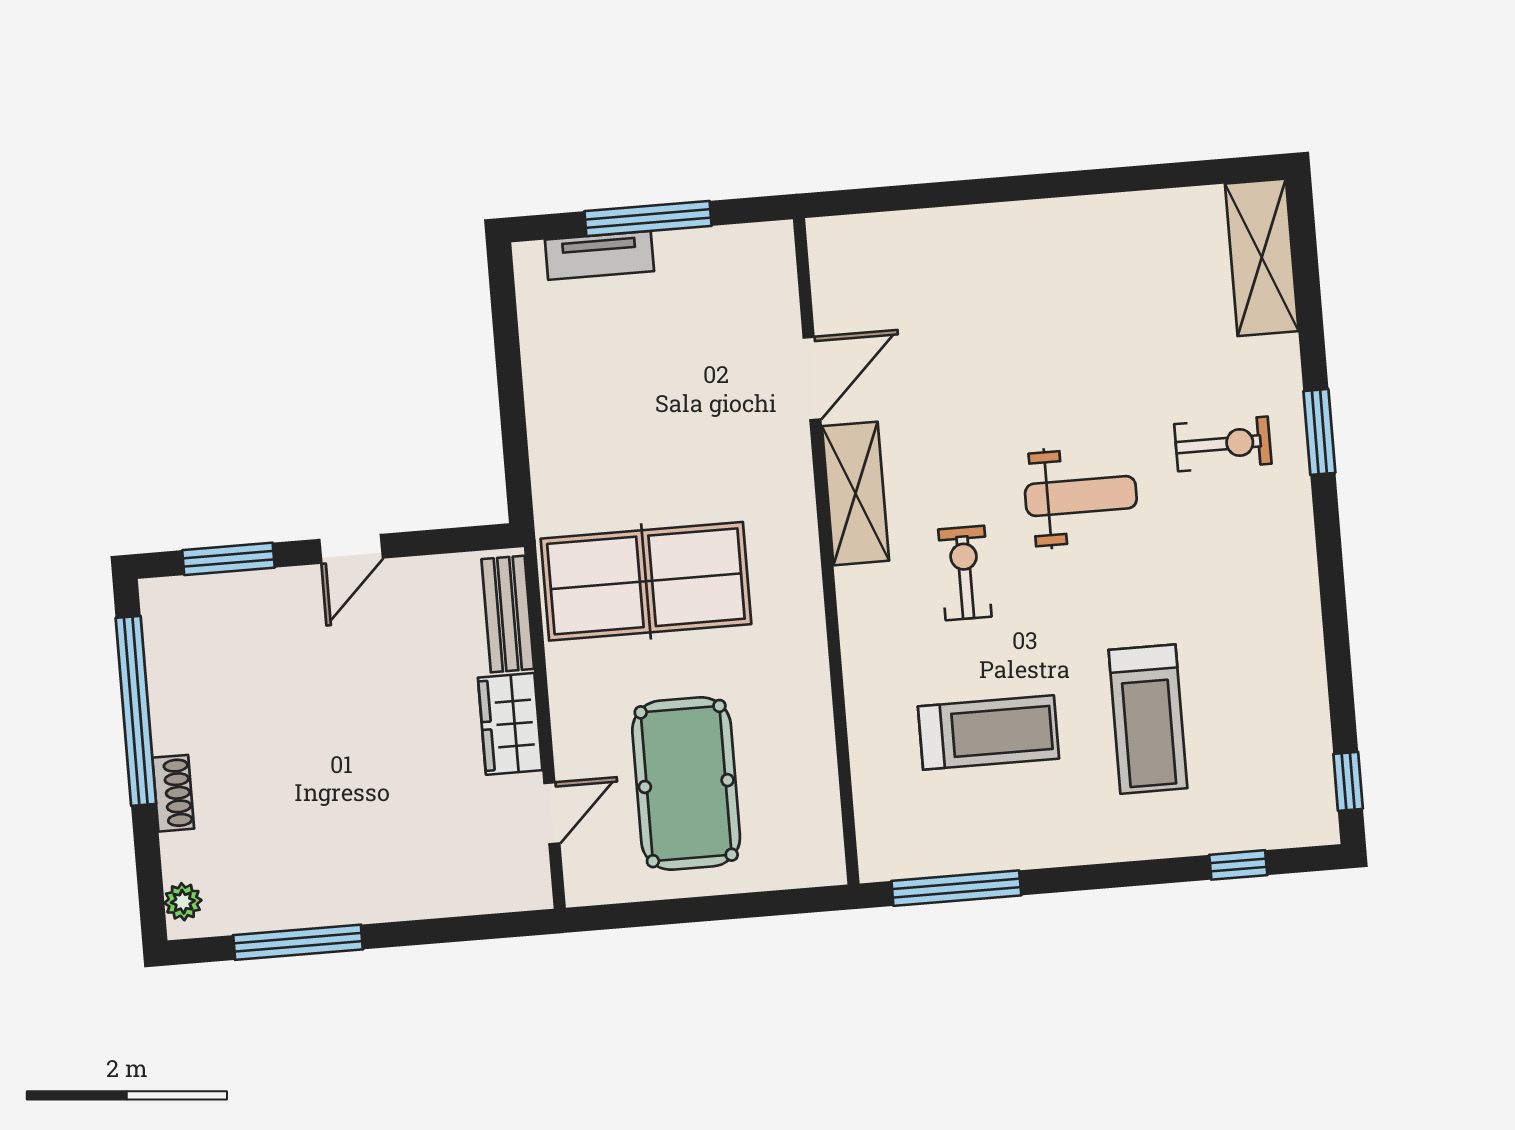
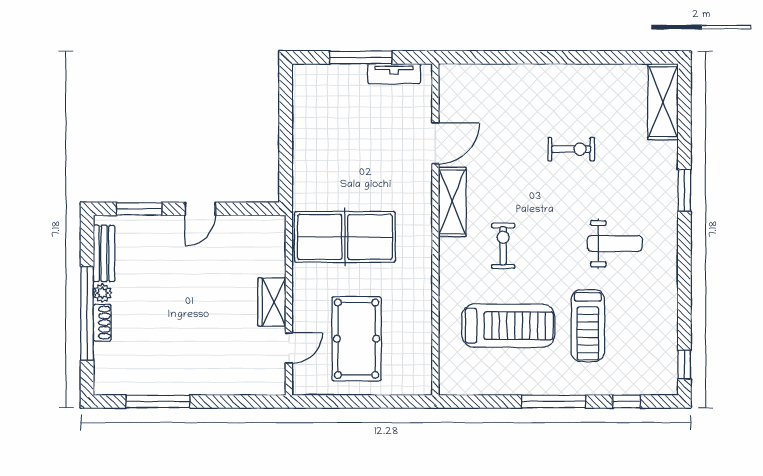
tv unit: (599, 255) -> (394, 74), moved
exercise bike: (1223, 444) -> (571, 149), moved
weight bench: (1081, 496) -> (615, 244), moved
bench: (508, 614) -> (104, 253), moved
window: (136, 711) -> (87, 313), moved
treadmill: (988, 732) -> (508, 326), width x1.37, depth x1.37
window: (956, 888) -> (554, 401), moved
plant: (183, 902) -> (103, 293), moved

